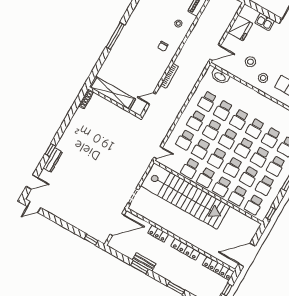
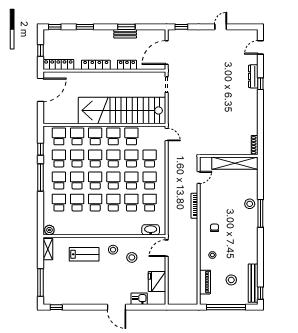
stool: (120, 50) -> (250, 204), added
door: (158, 152) -> (167, 135), swing flipped
door: (34, 207) -> (221, 27), moved
window: (270, 213) -> (40, 149), moved

